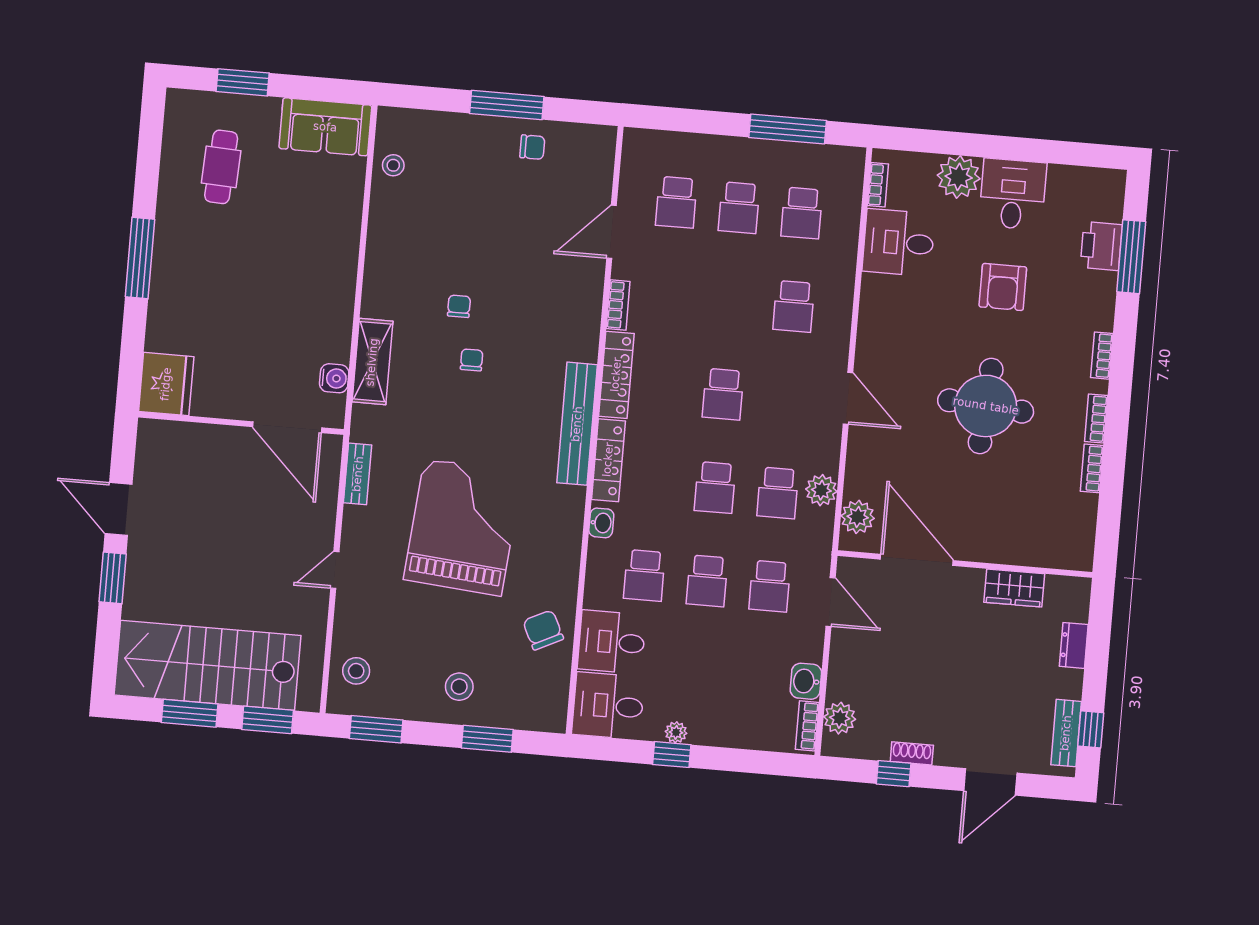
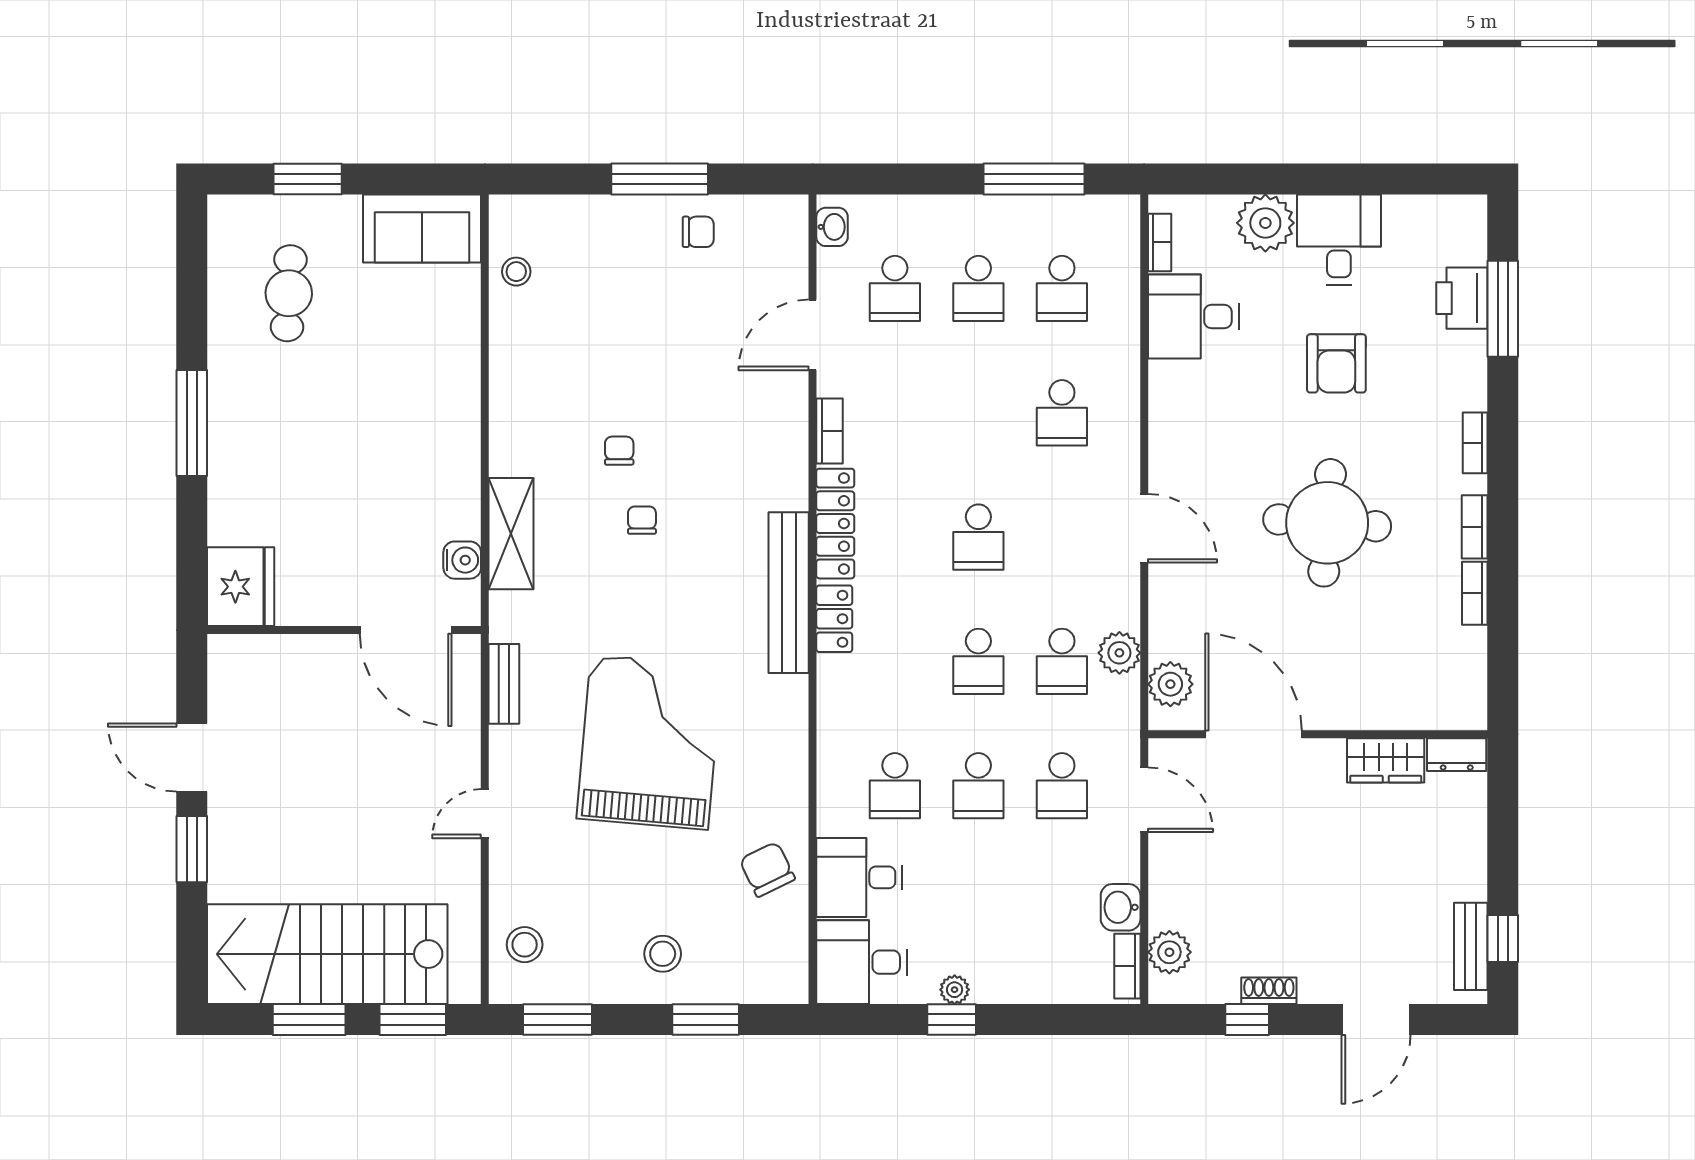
locker: (608, 460) -> (834, 619), width x0.66
washbasin: (601, 523) -> (832, 227), moved
dresser: (1074, 645) -> (1457, 755), moved, turned -90

